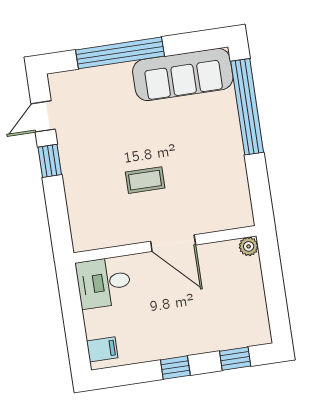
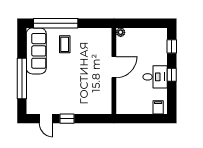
coffee table: (145, 180) -> (65, 44), moved
desk: (104, 283) -> (155, 77), moved, turned -90

